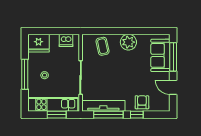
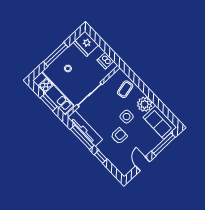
sofa: (160, 55) -> (160, 122), moved, turned -90
side table: (125, 65) -> (127, 117), added
armchair: (142, 102) -> (119, 136), moved

